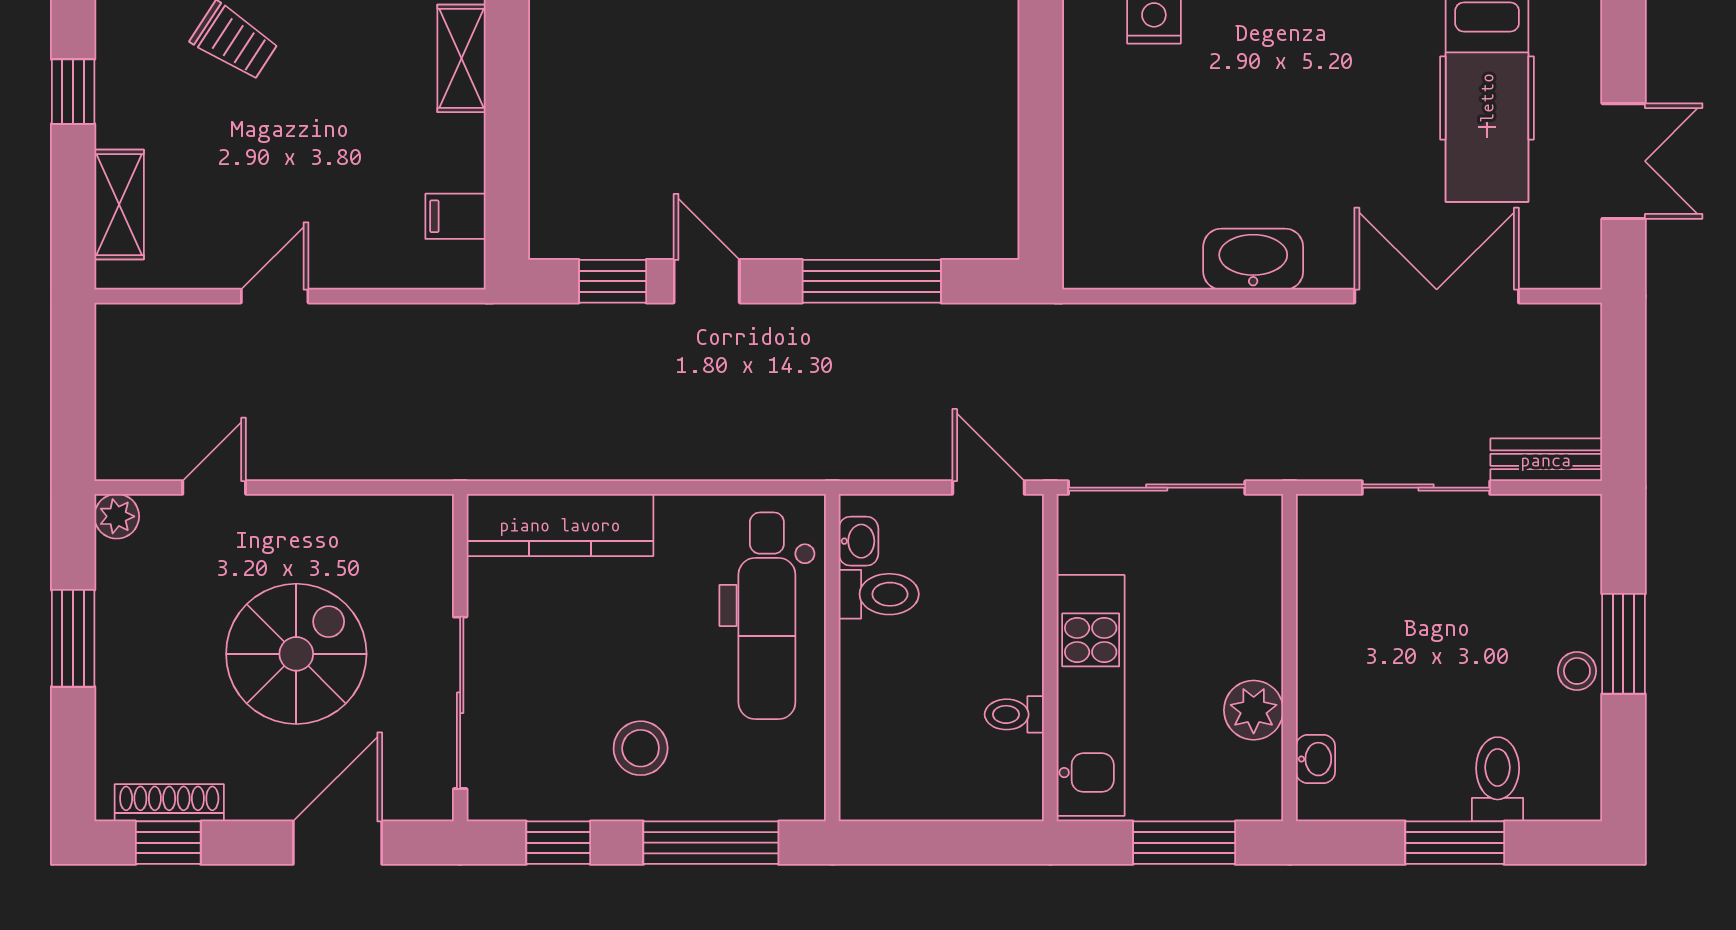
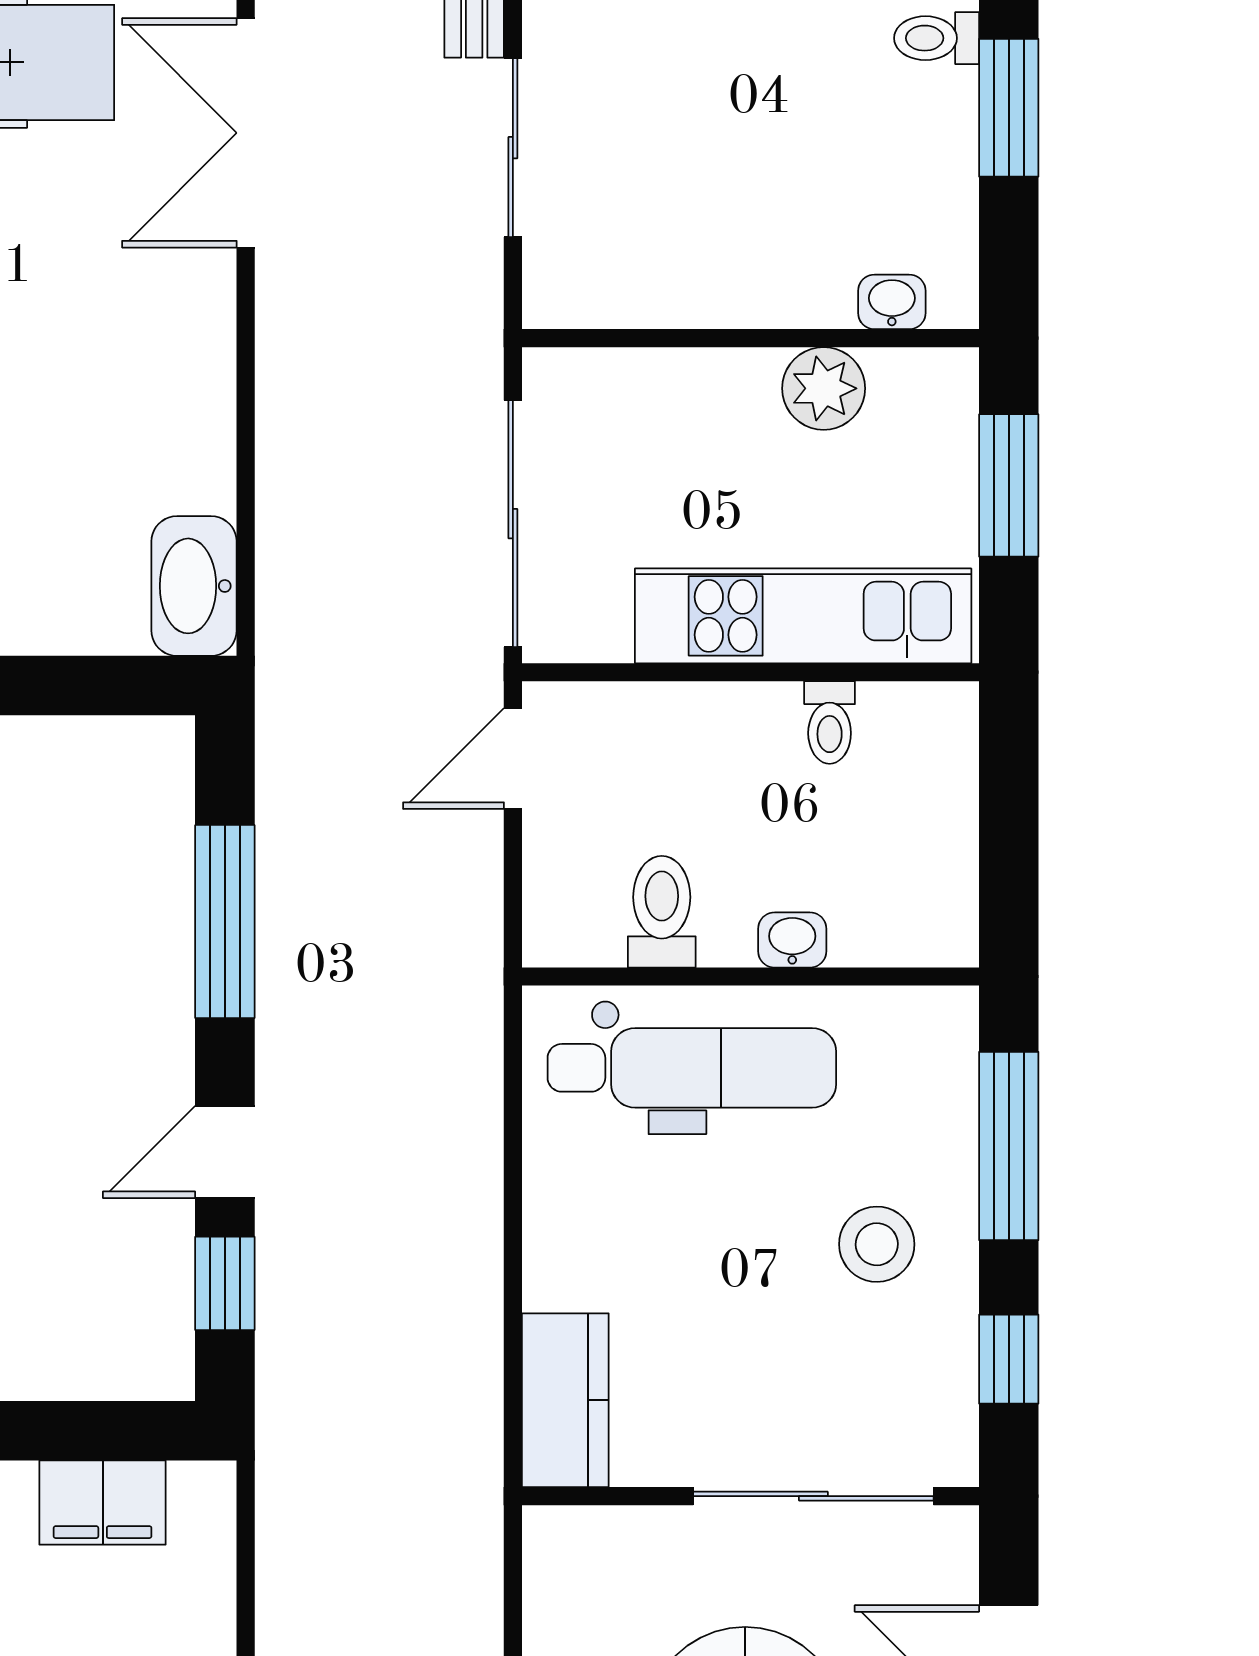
filing cabinet: (455, 216) -> (103, 1503), width x2.00
washbasin: (1253, 259) -> (194, 586), moved
kitchen counter: (560, 525) -> (565, 1400), width x0.67
washbasin: (858, 541) -> (792, 940), moved
toilet: (1498, 779) -> (937, 38), width x0.73, depth x0.72

